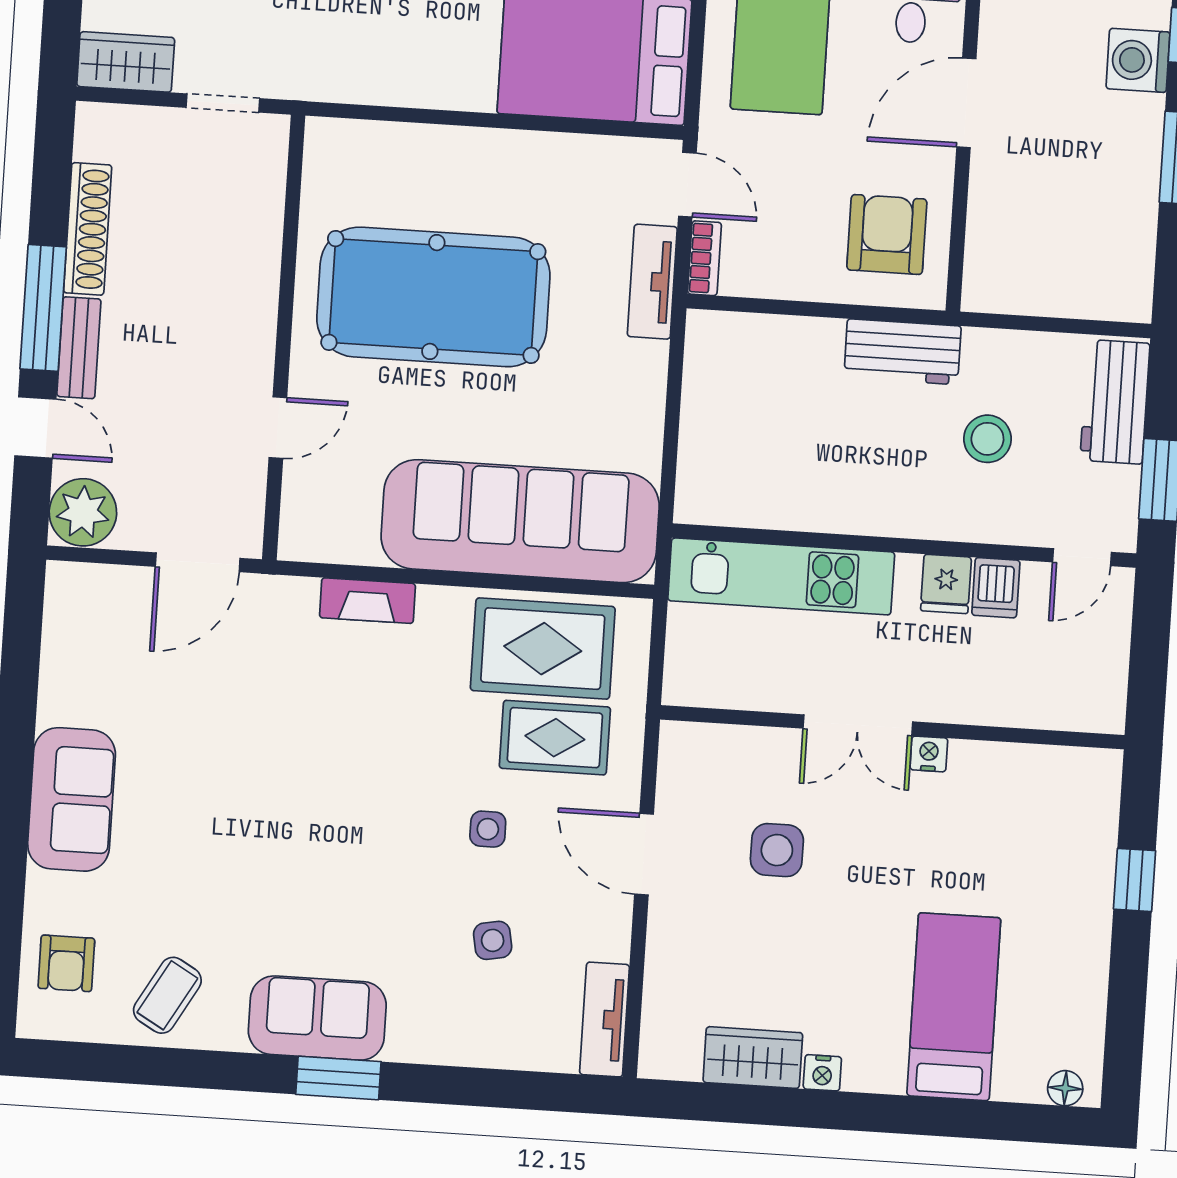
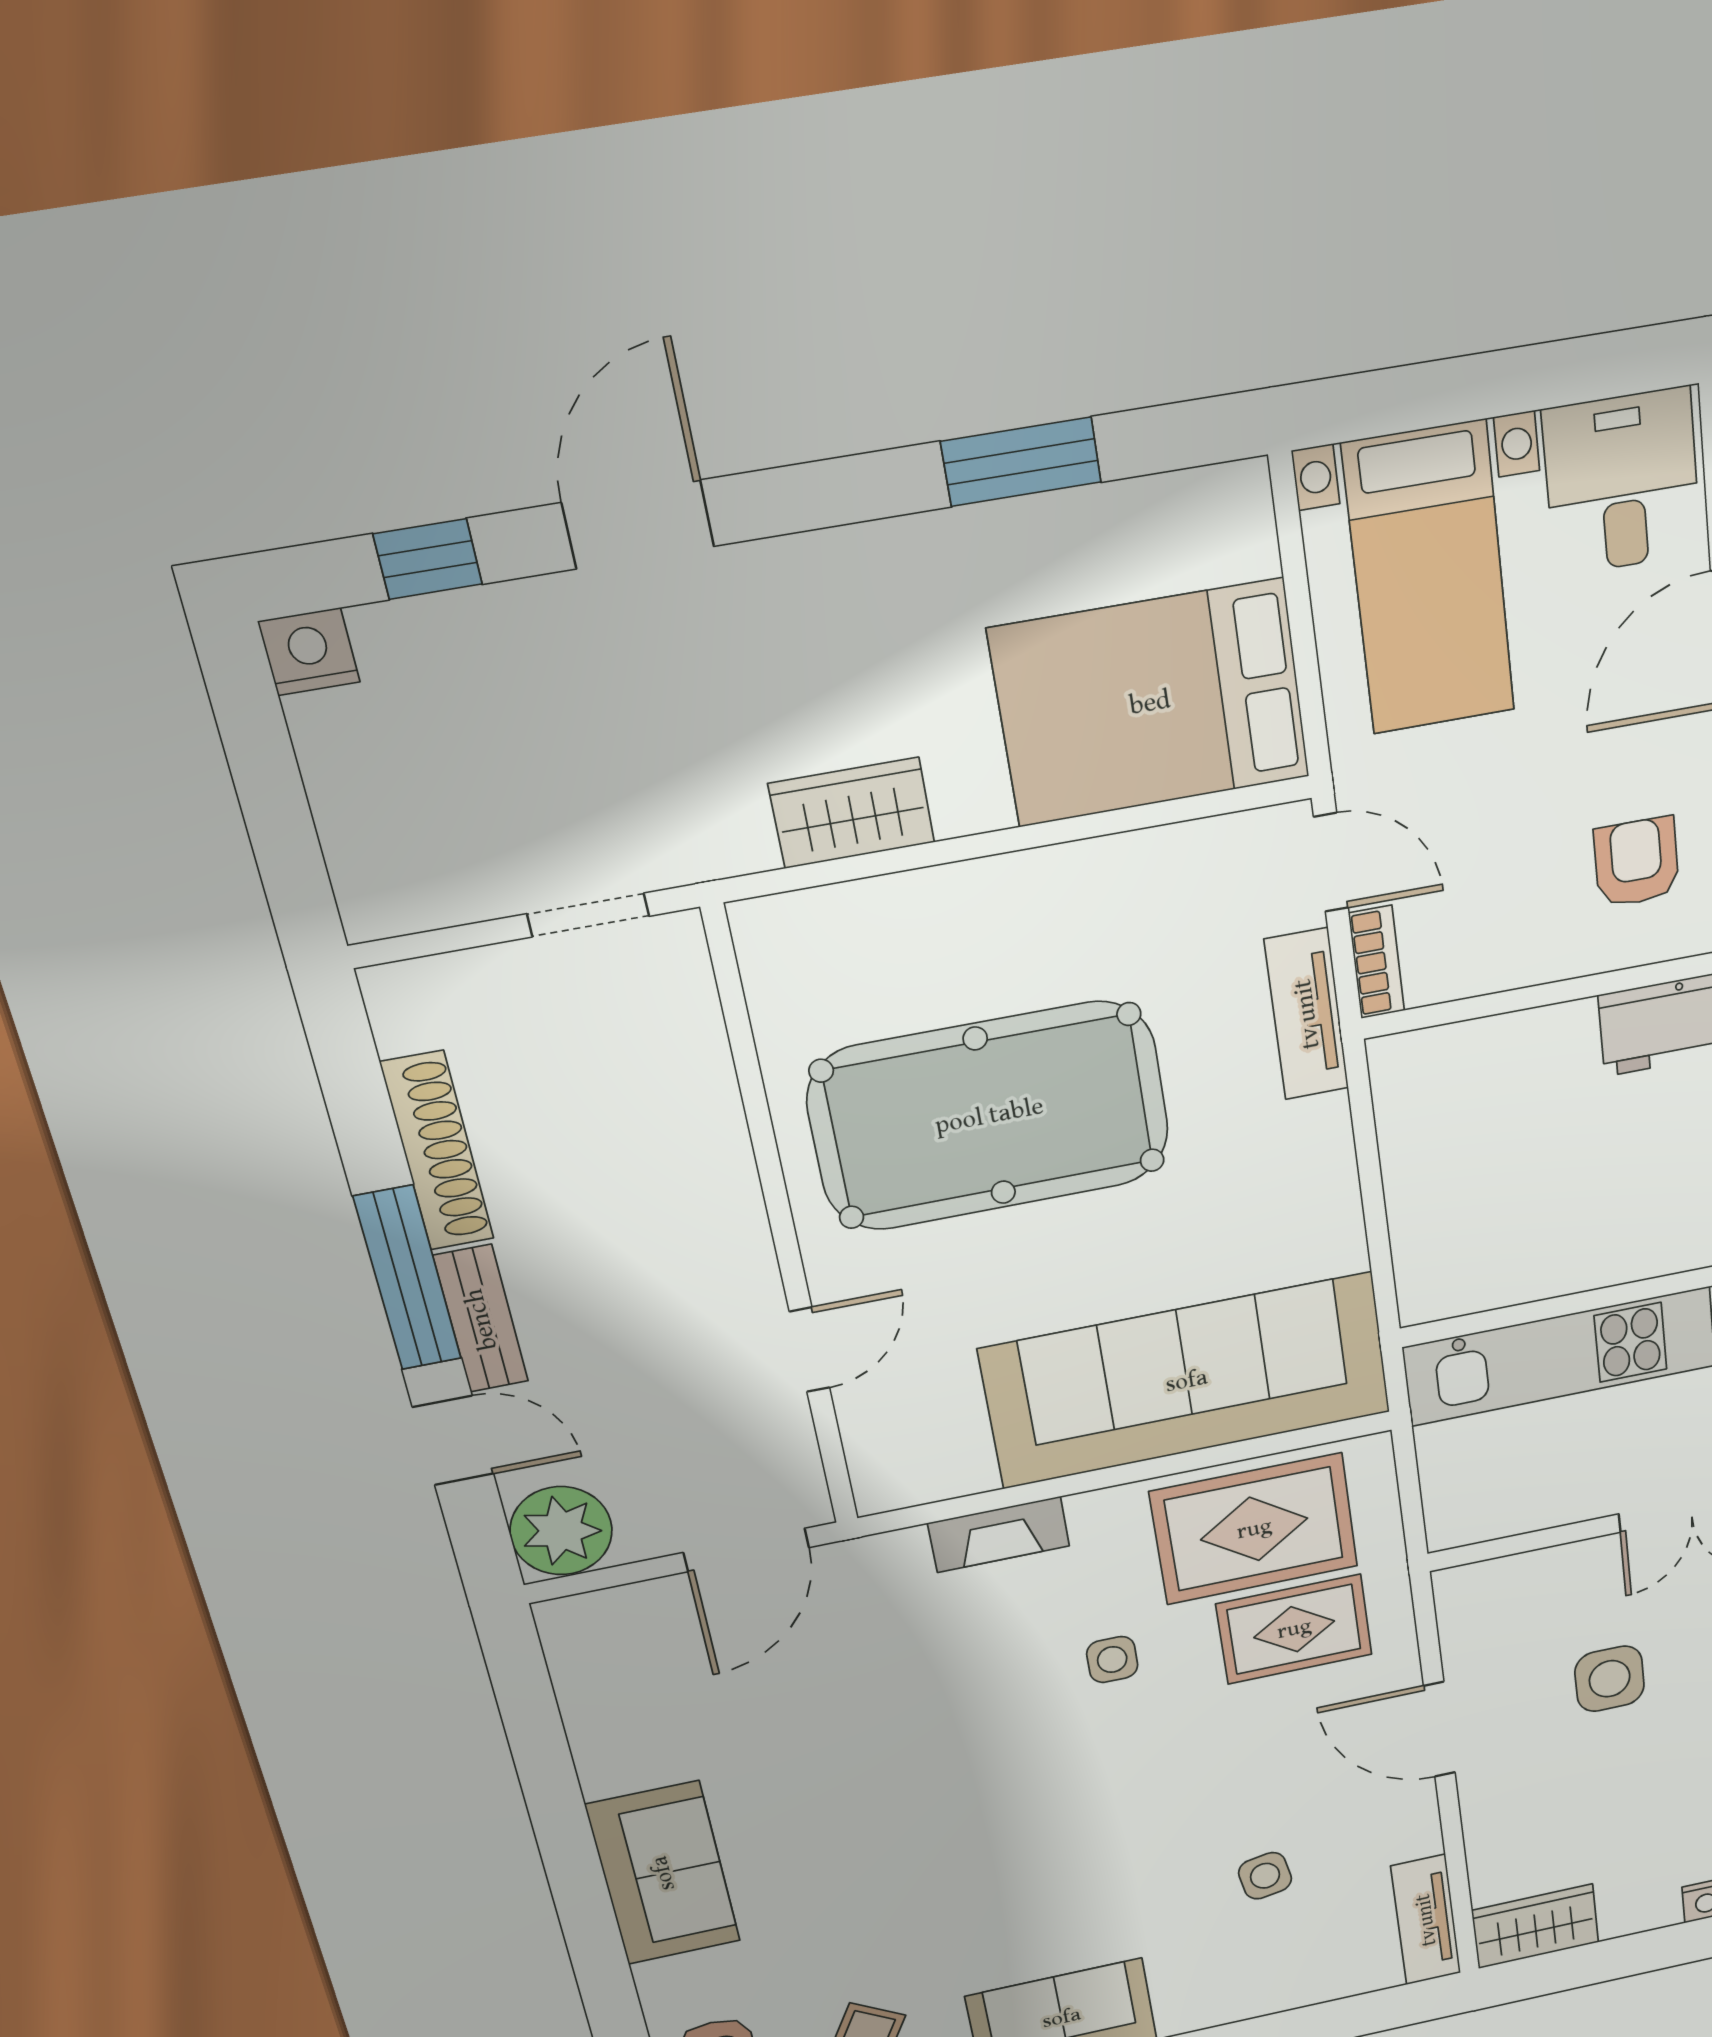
wardrobe: (126, 62) -> (852, 813), moved
armchair: (887, 234) -> (1636, 862), width x0.72, depth x0.72
side table: (488, 829) -> (1112, 1659), moved
wardrobe: (753, 1058) -> (1535, 1926), moved

